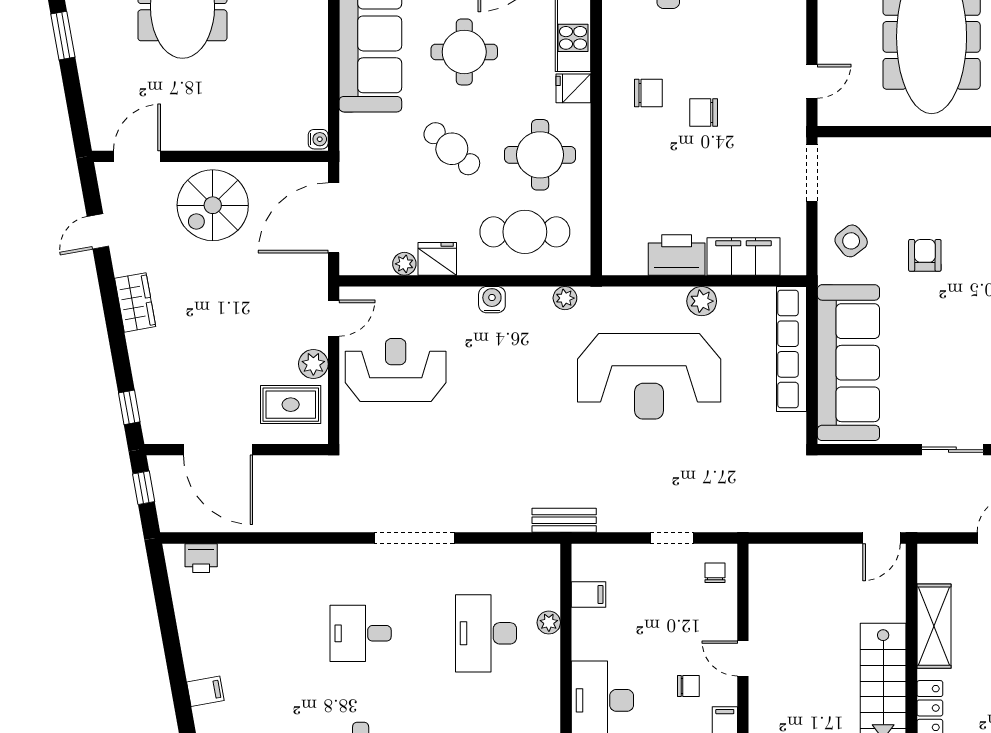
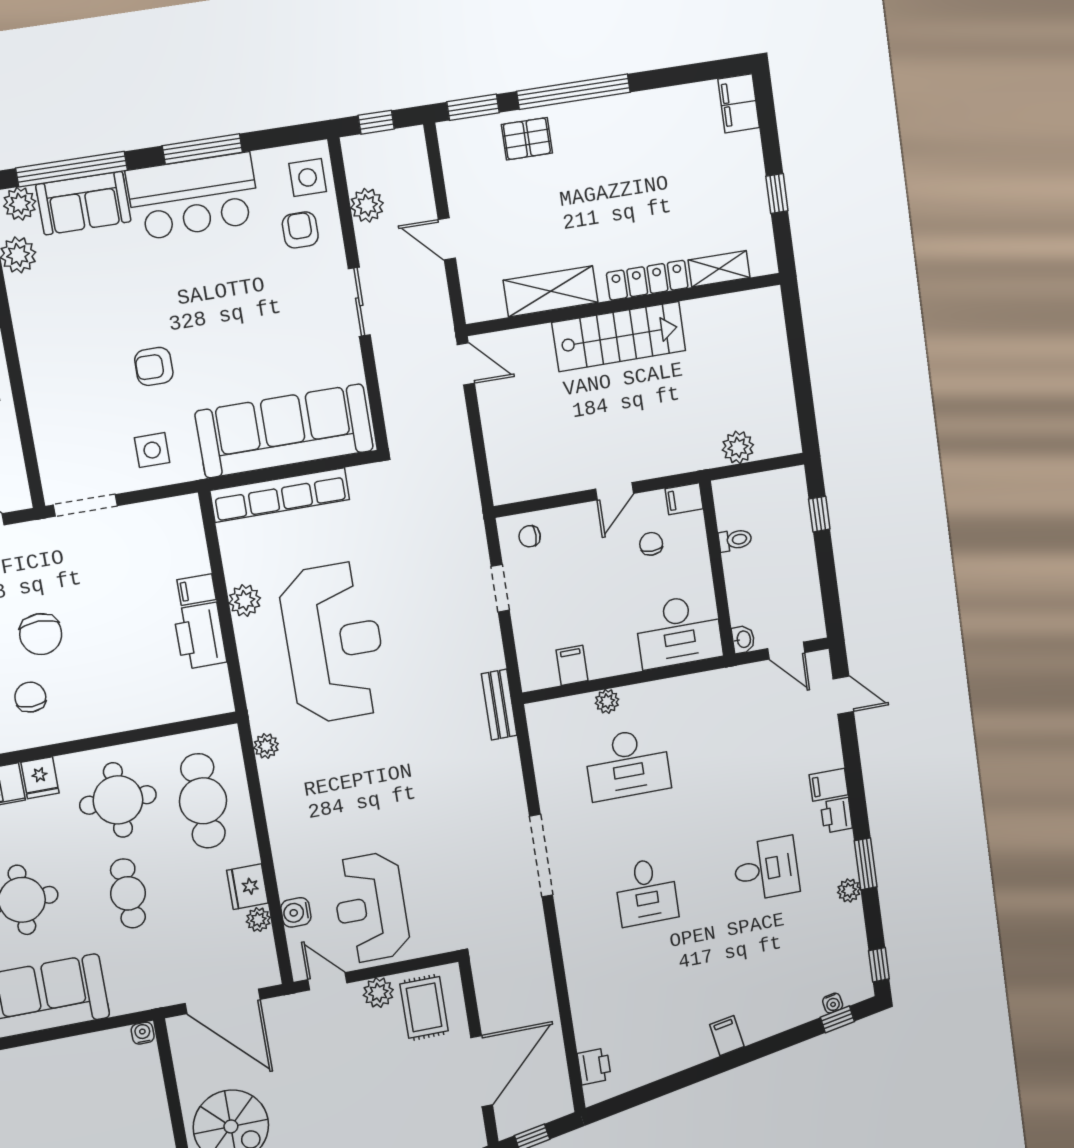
chair: (704, 112) -> (41, 634), width x1.37, depth x1.37
cafe table: (452, 149) -> (128, 893), turned -44
side table: (851, 241) -> (152, 450), turned 38
filing cabinet: (743, 256) -> (197, 590), width x0.33, depth x0.86
water cooler: (492, 300) -> (296, 912), moved

